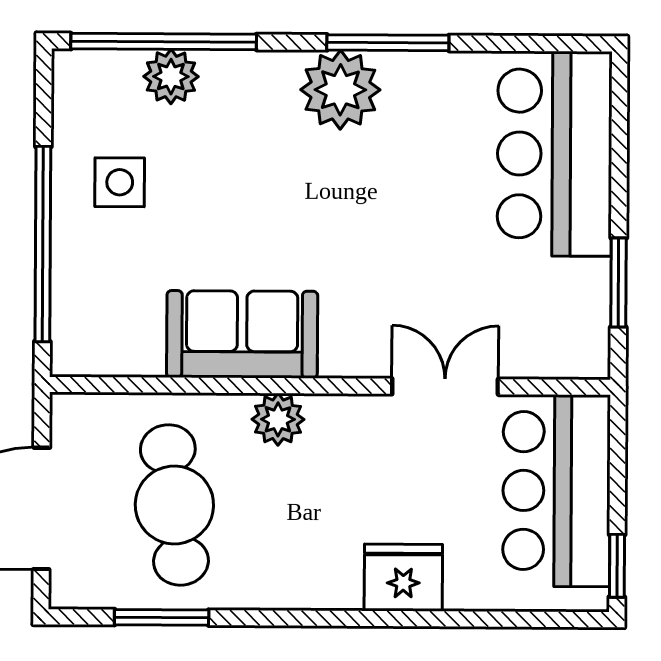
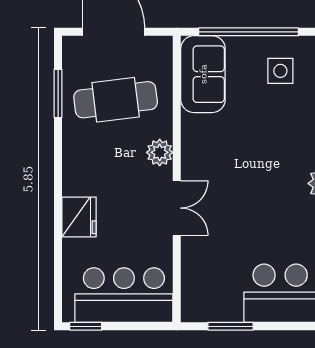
sofa: (242, 334) -> (203, 74), moved
double door: (445, 386) -> (177, 208), moved

